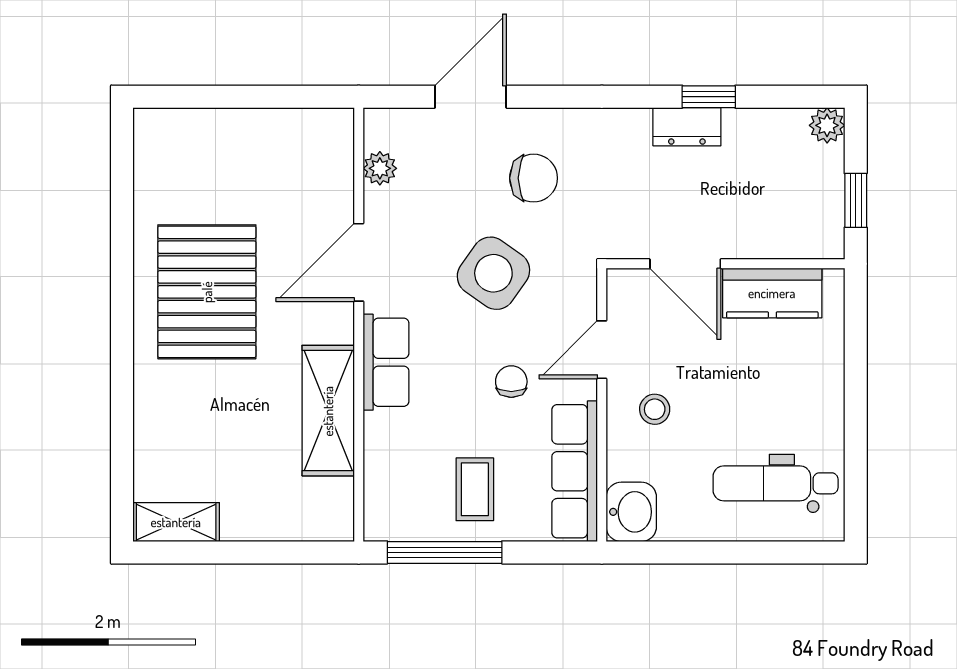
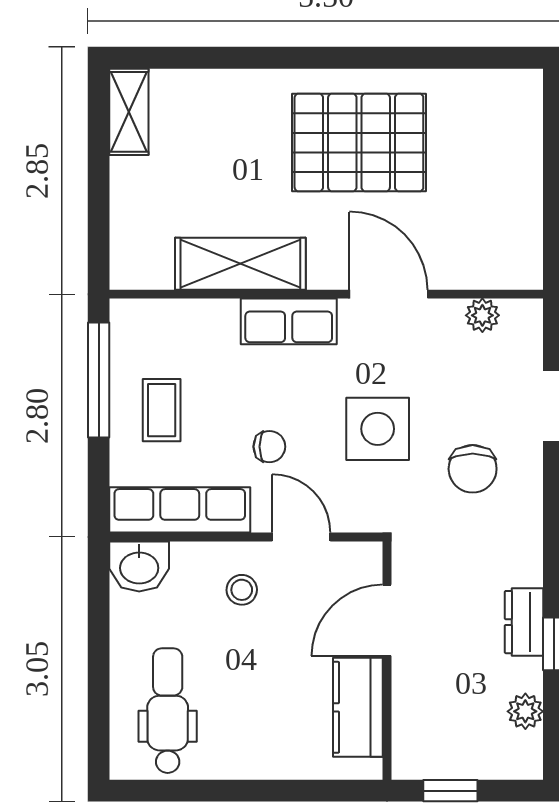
plant: (827, 125) -> (525, 711), moved
side table: (493, 273) -> (378, 429), turned -35
coffee table: (475, 489) -> (162, 410), turned 90

